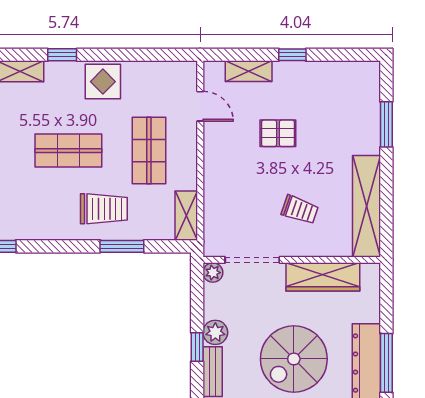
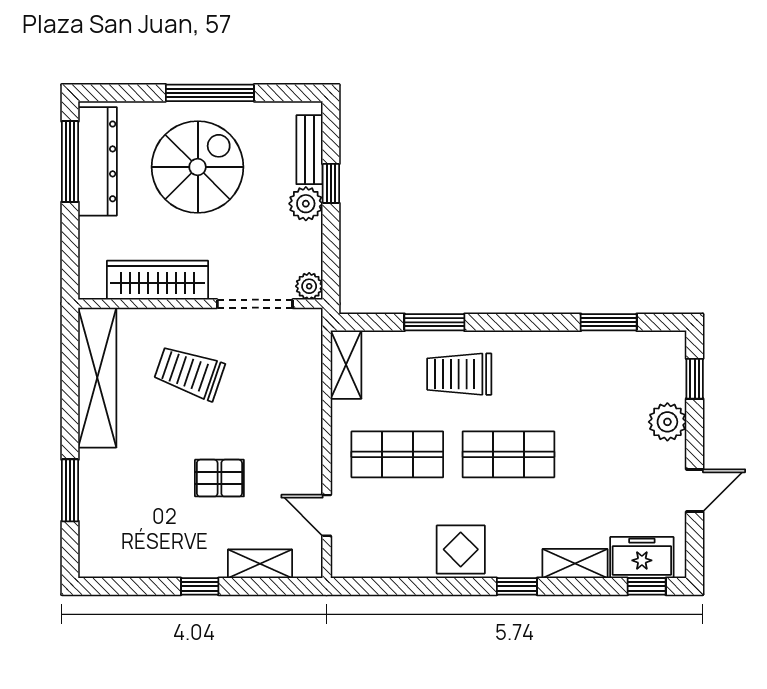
shop shelf: (149, 151) -> (397, 454), turned 90
trolley: (300, 210) -> (189, 373), width x1.36, depth x1.39

